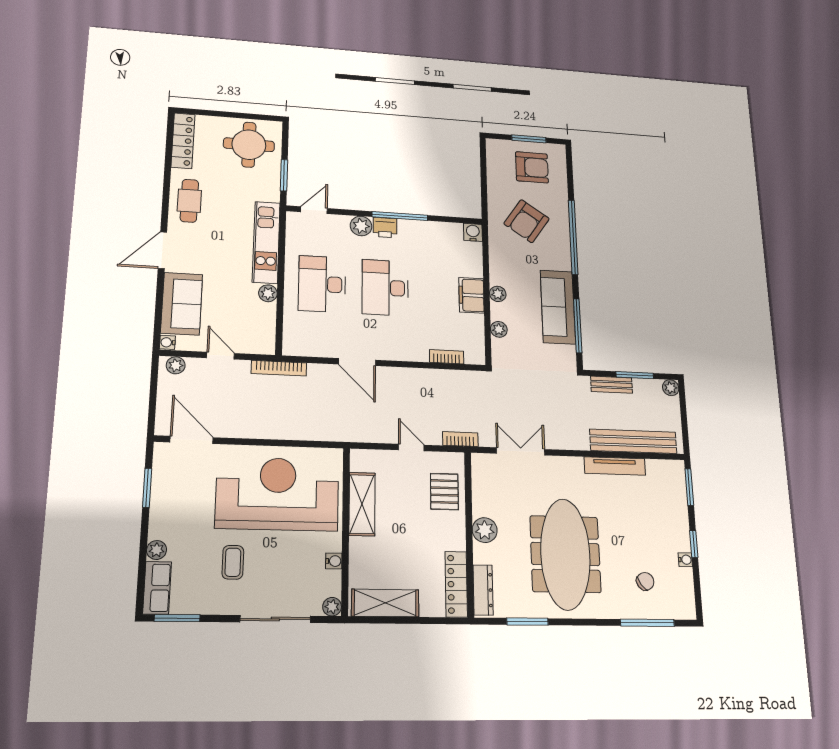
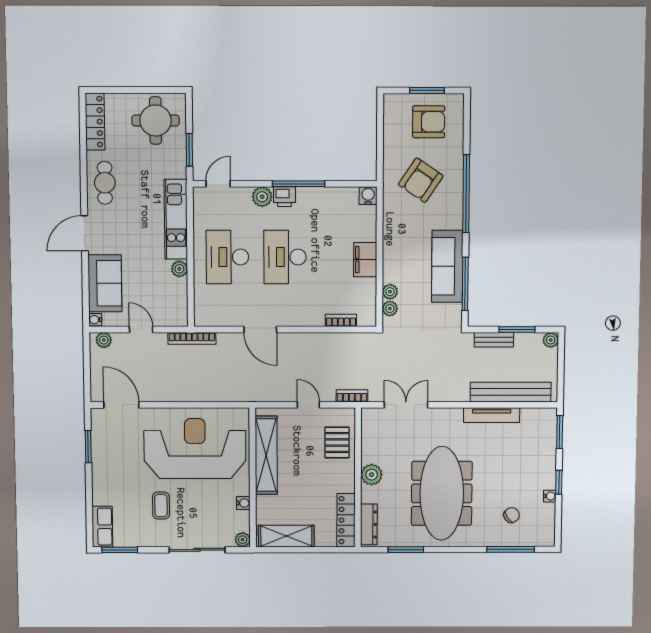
plant: (498, 294) -> (390, 309), moved
shelving: (362, 504) -> (266, 455), width x1.47
plant: (157, 550) -> (100, 497), removed

